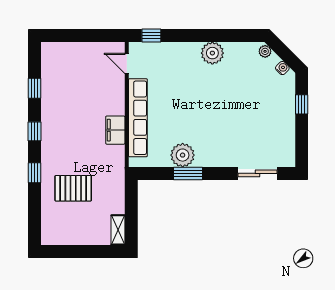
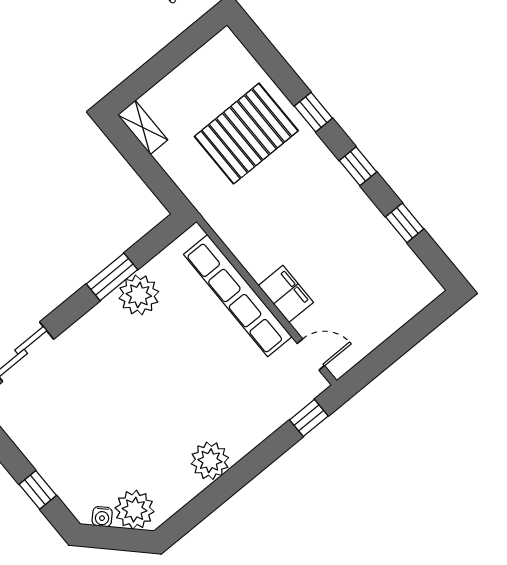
plant: (265, 51) -> (135, 510), width x1.87, depth x1.87
filing cabinet: (115, 130) -> (286, 294), moved
pallet: (73, 188) -> (246, 134), width x1.37, depth x1.41

